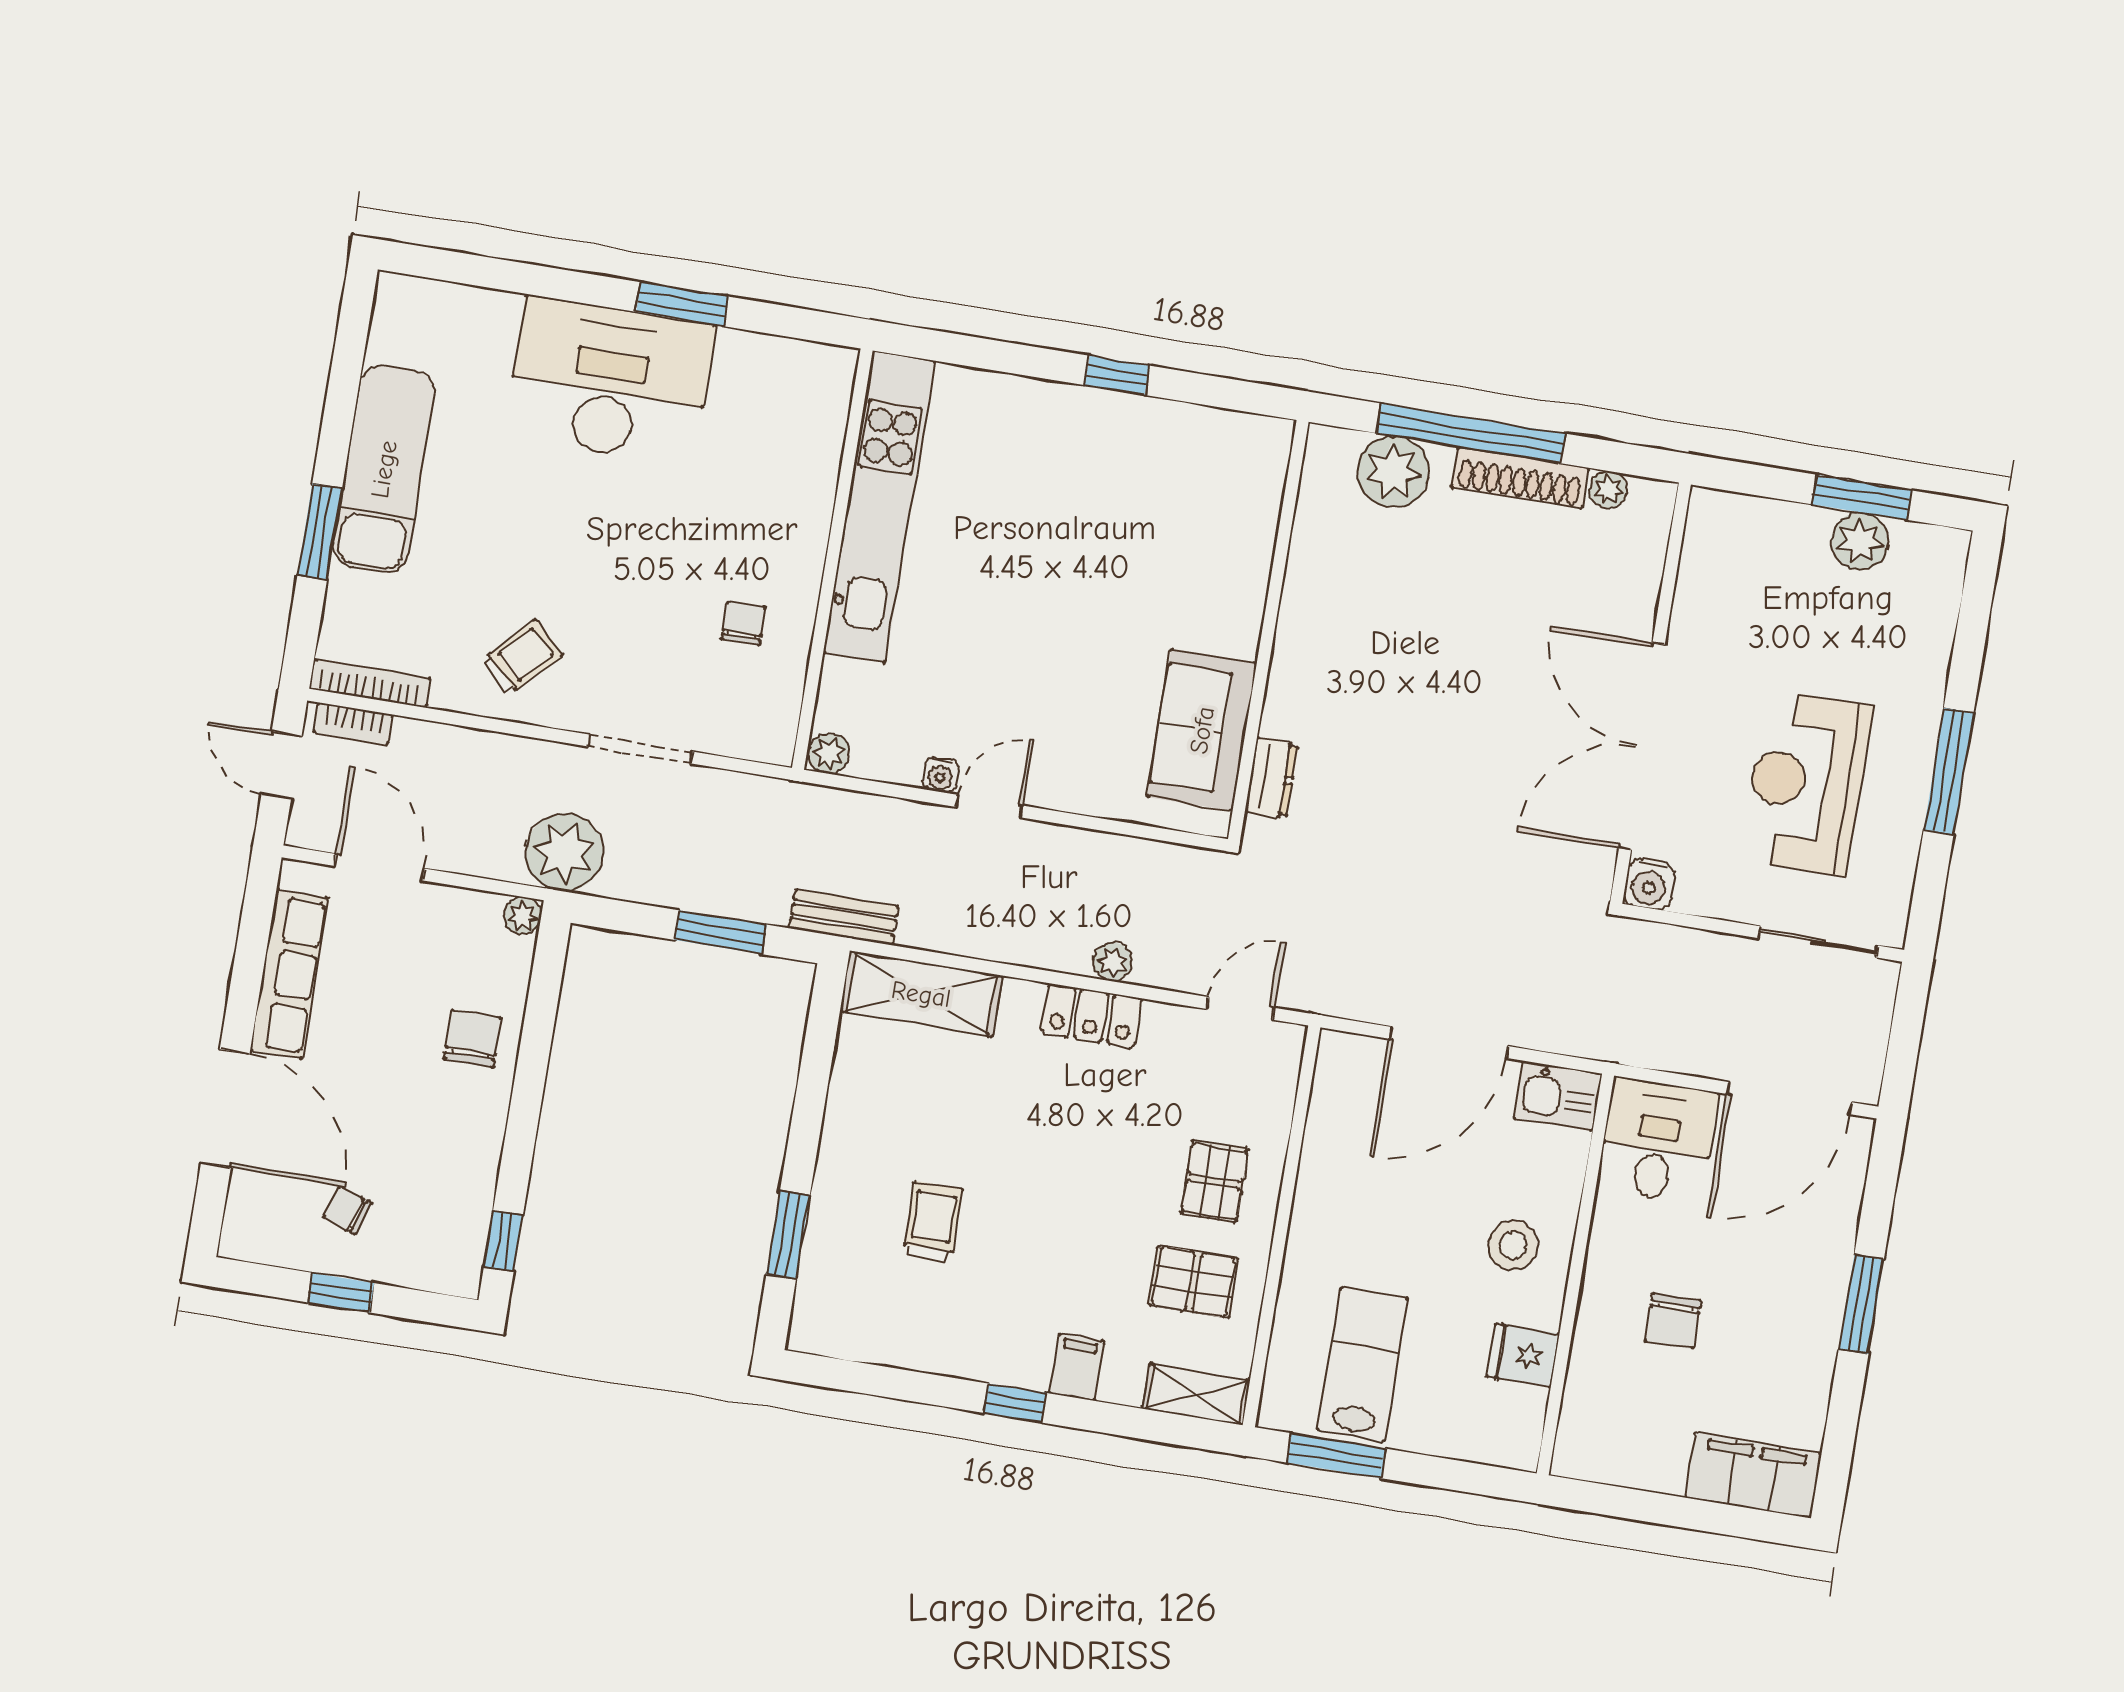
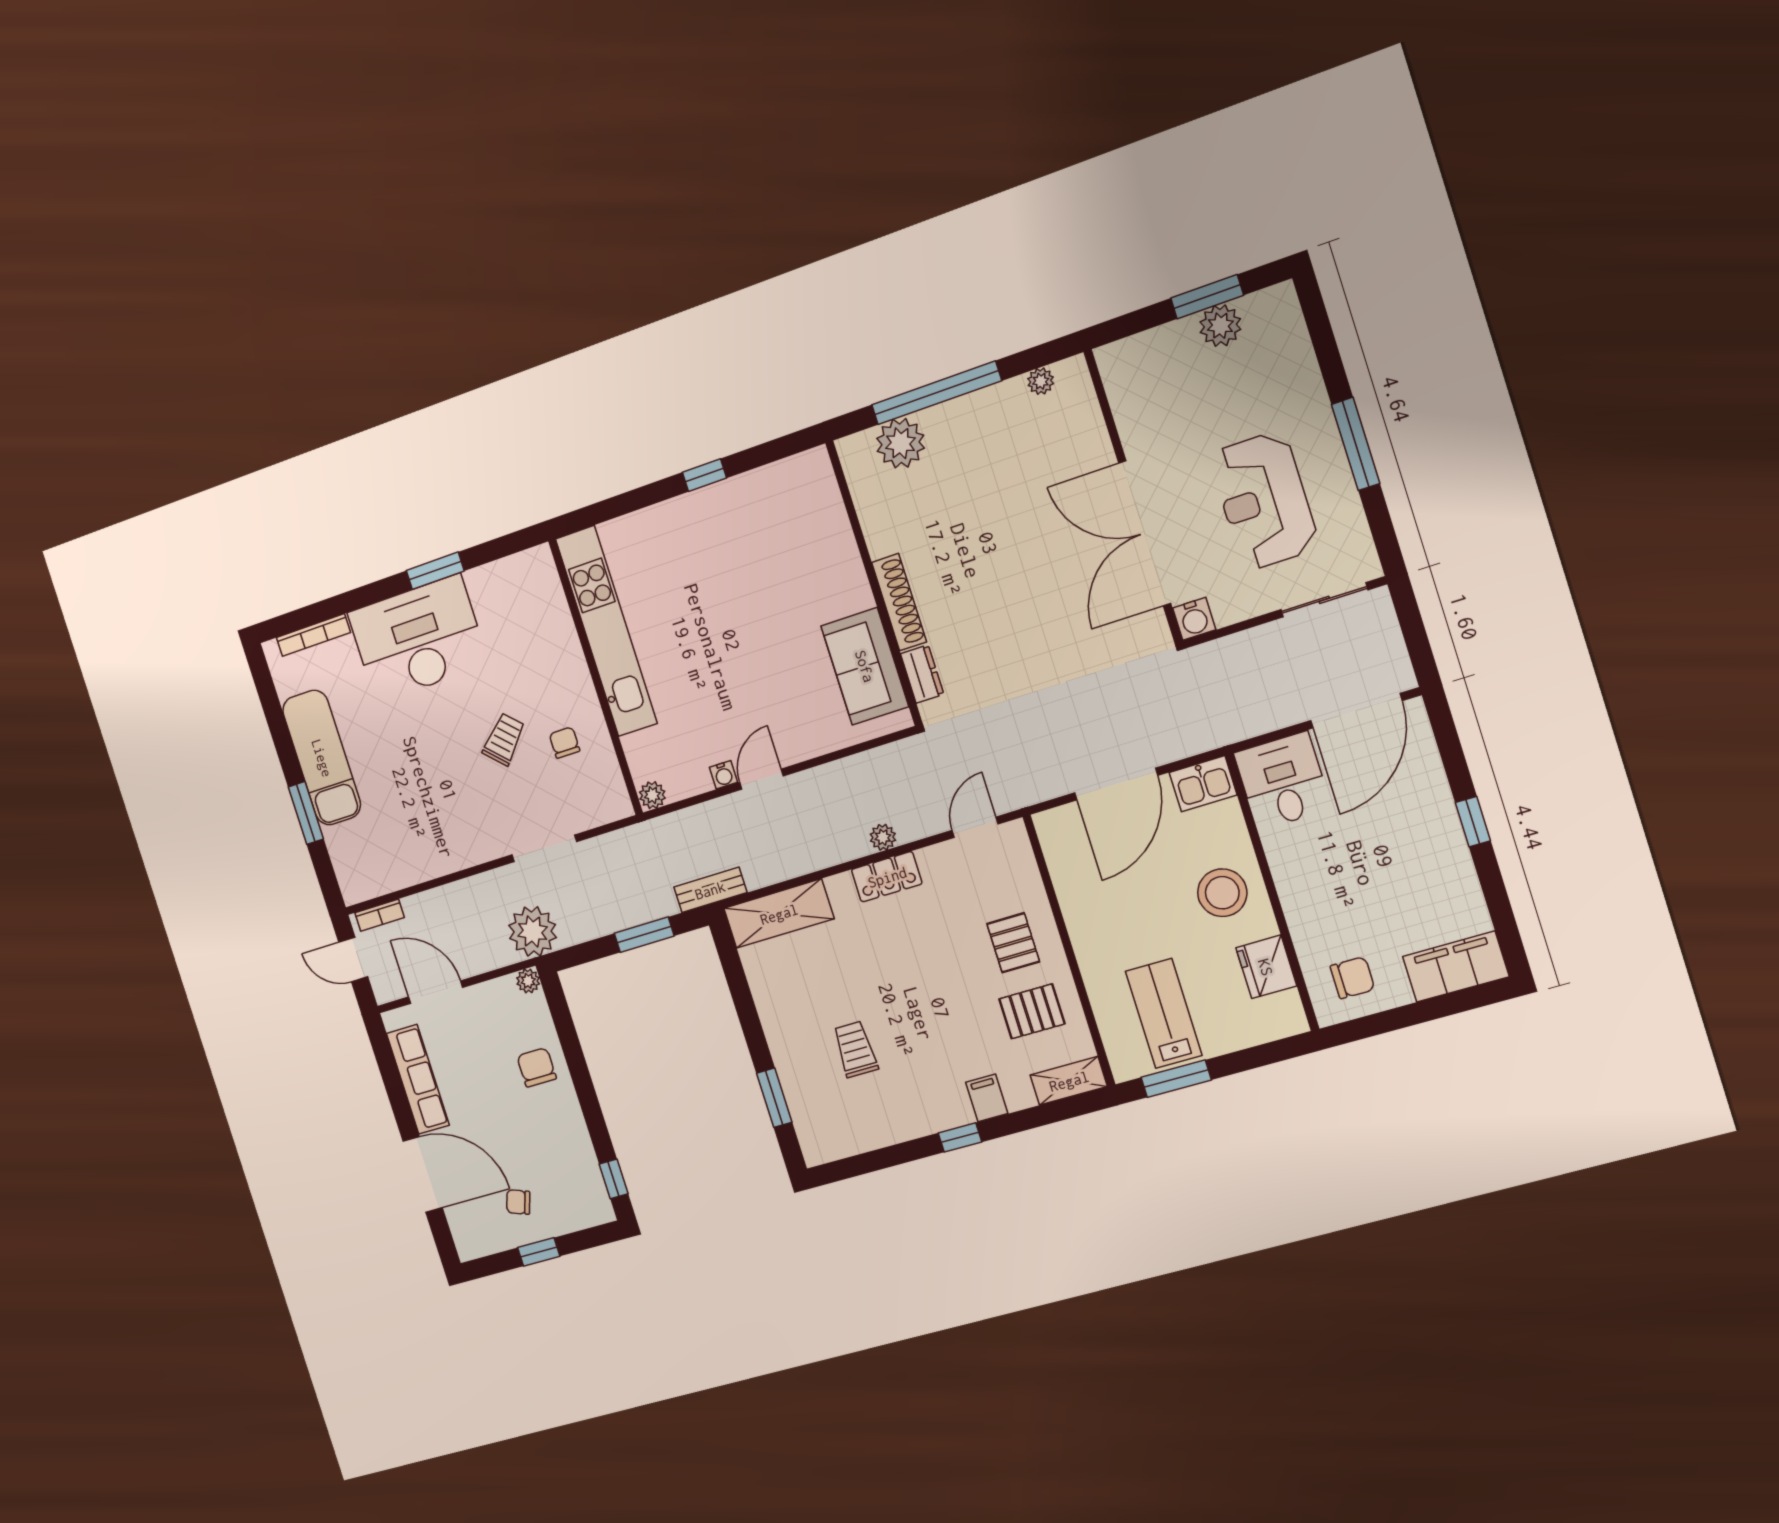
shoe rack: (1520, 477) -> (899, 602), moved, turned -90
trolley: (522, 658) -> (504, 739), moved
bookcase: (370, 683) -> (313, 635), moved, turned 180
stool: (1513, 1245) -> (1222, 893), width x1.38, depth x1.38
window: (1861, 1305) -> (1473, 822), width x0.67
chair: (1673, 1321) -> (1352, 978), moved, turned -90
fridge: (1523, 1355) -> (1266, 967), width x1.38

